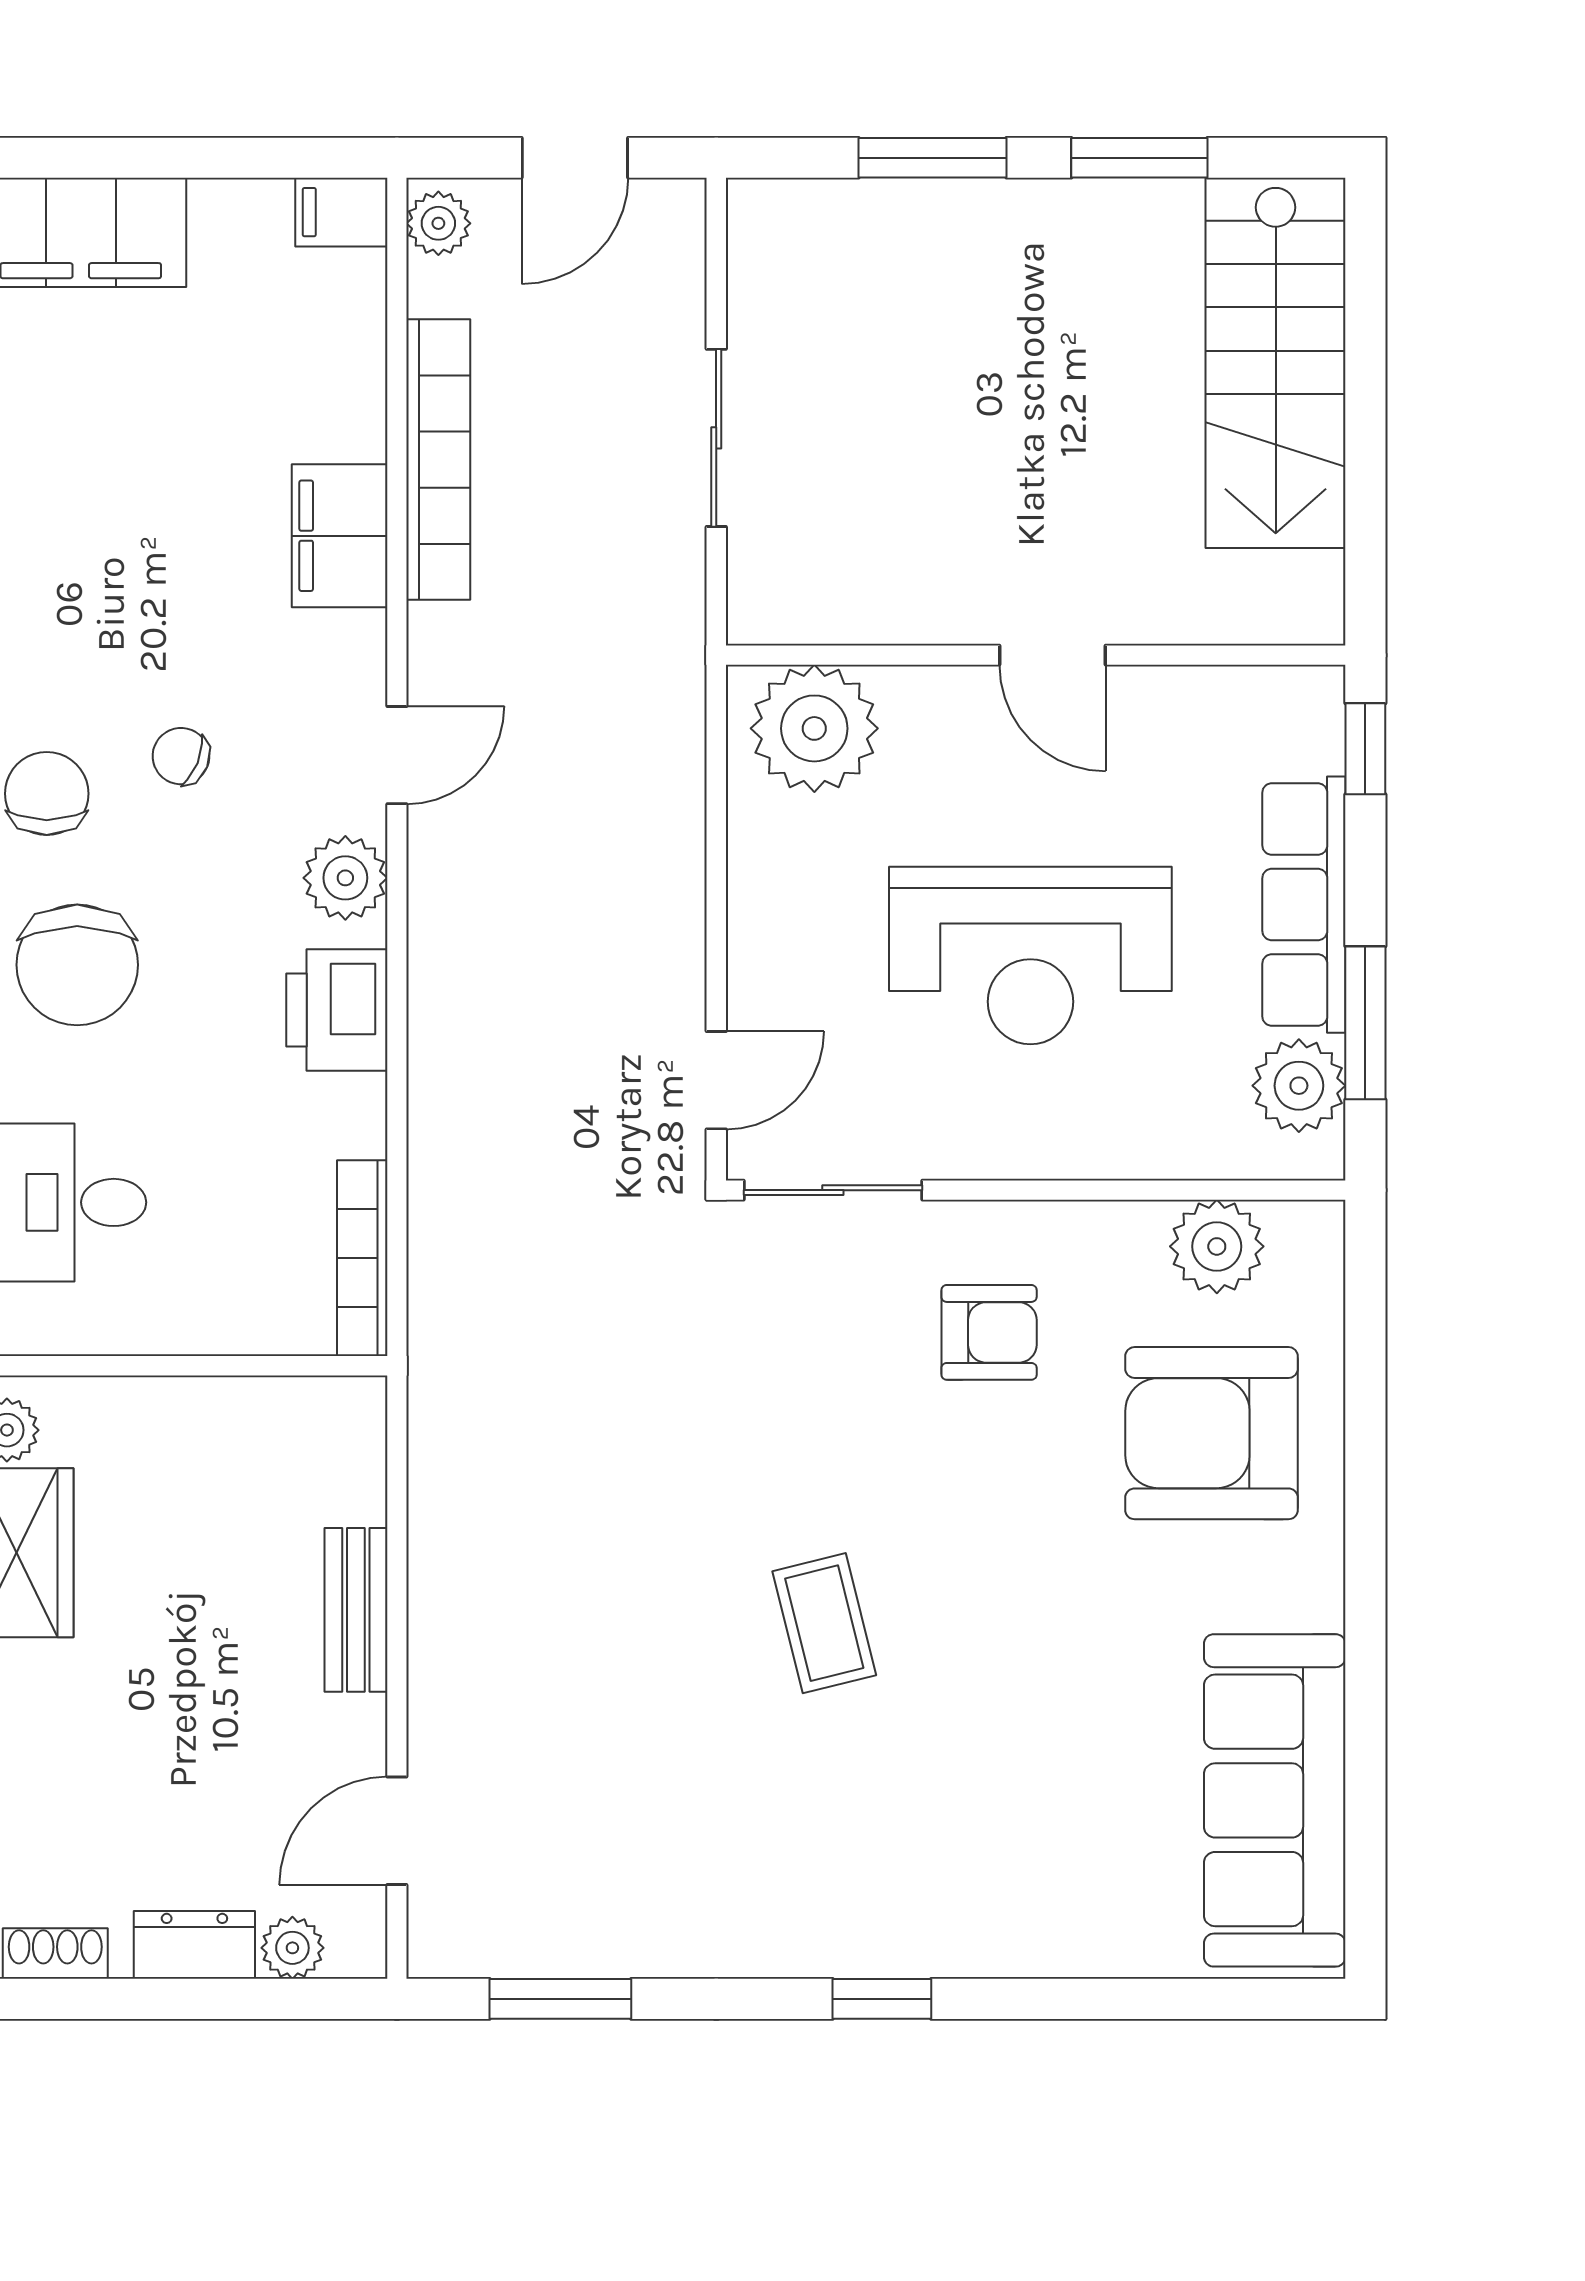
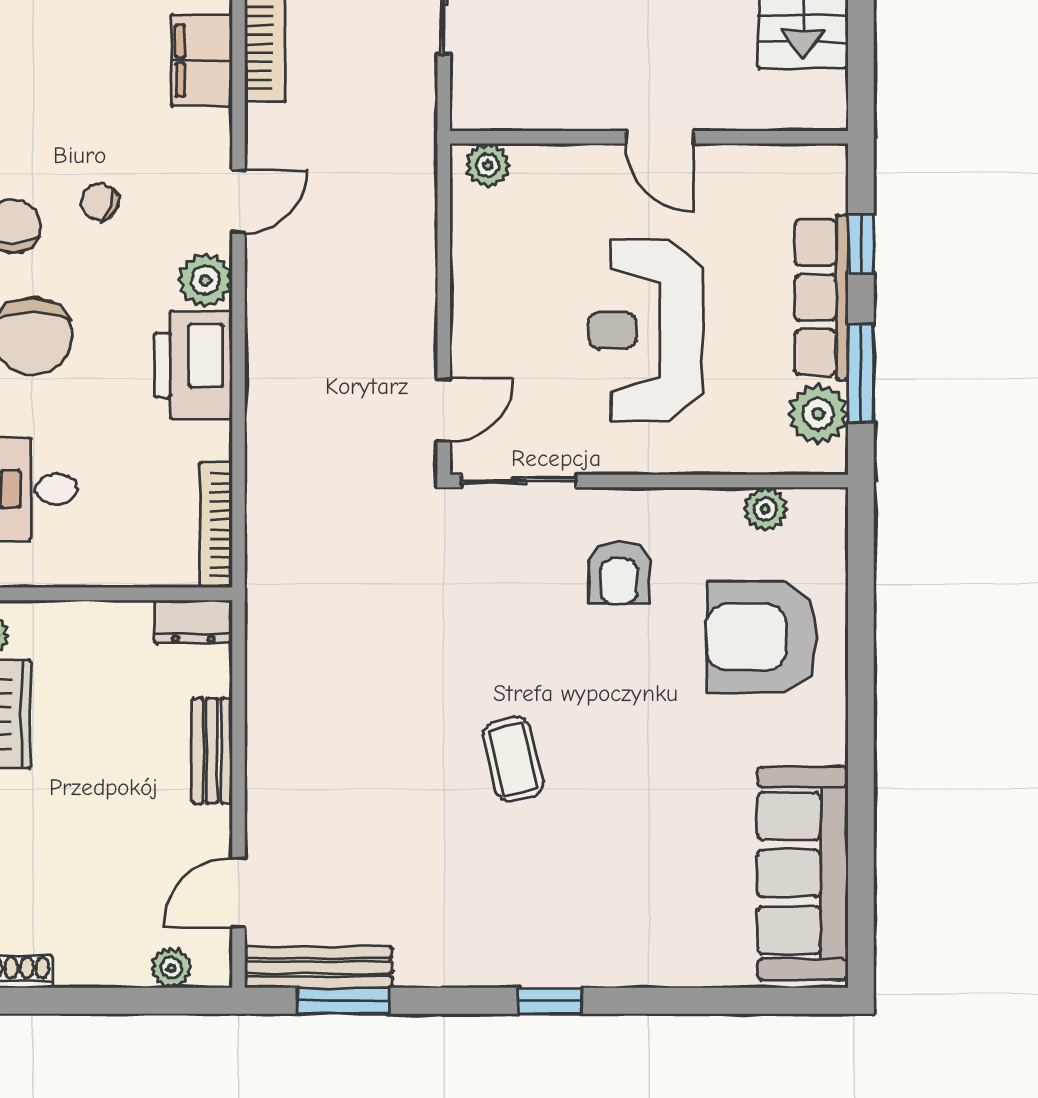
plant: (814, 728) -> (488, 165), width x0.53, depth x0.53
window: (1365, 749) -> (861, 244), moved
reception desk: (1030, 956) -> (646, 330), turned 90
printer: (337, 1010) -> (194, 365), width x1.37, depth x1.19
plant: (1217, 1246) -> (765, 509), width x0.73, depth x0.73
armchair: (989, 1332) -> (619, 572), turned 90
dresser: (194, 1945) -> (193, 622), moved, turned 180
bench: (521, 1947) -> (318, 967), added

